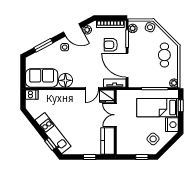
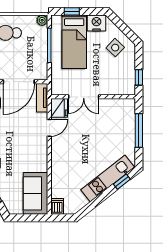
floor lamp: (65, 80) -> (39, 162), removed
door: (92, 89) -> (49, 128), hinge flipped
kitchen counter: (108, 141) -> (118, 107), removed
window: (90, 157) -> (139, 131), width x2.17
window: (142, 157) -> (139, 77), moved

